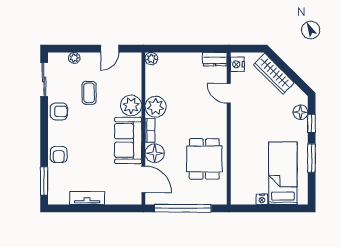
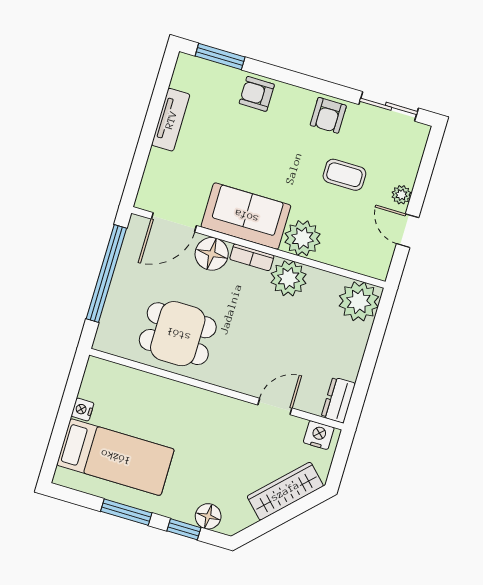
plant: (74, 58) -> (401, 195), moved
plant: (151, 59) -> (359, 301), width x1.88, depth x1.88

